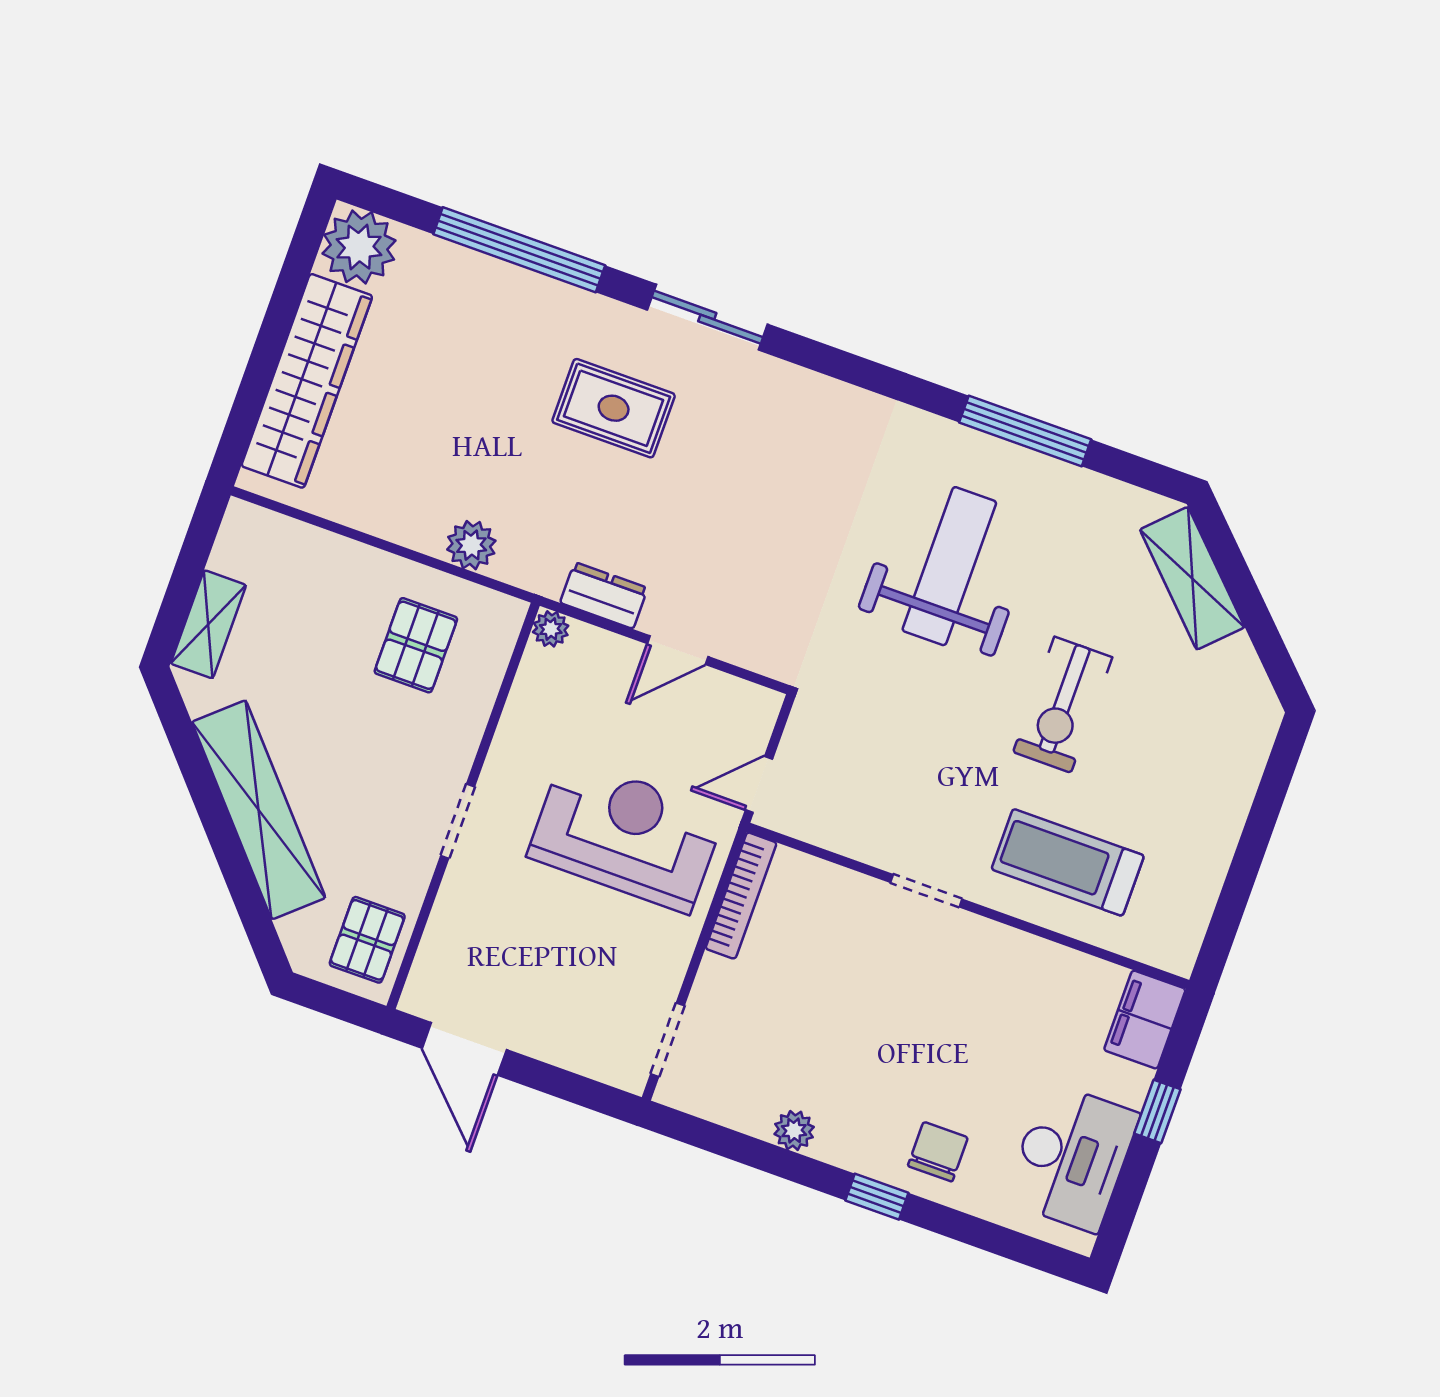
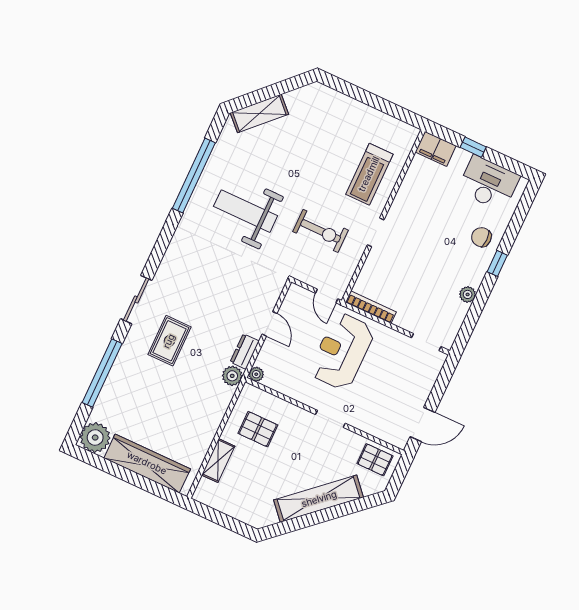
window: (1025, 431) -> (194, 175), width x1.46
plant: (471, 545) -> (232, 376), moved
shelving: (208, 624) -> (218, 461), moved, turned 90
exercise bike: (1063, 705) -> (321, 231), moved

